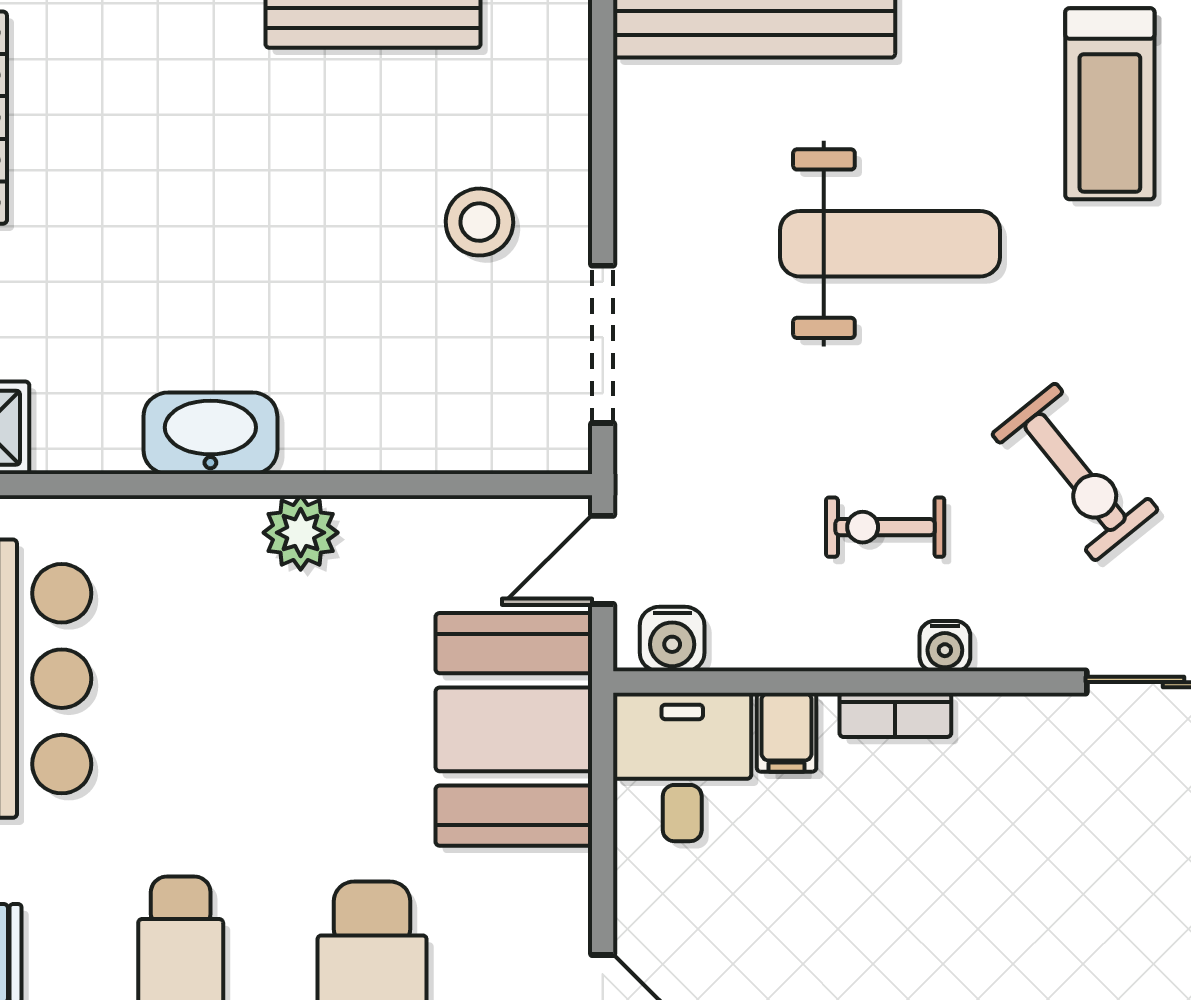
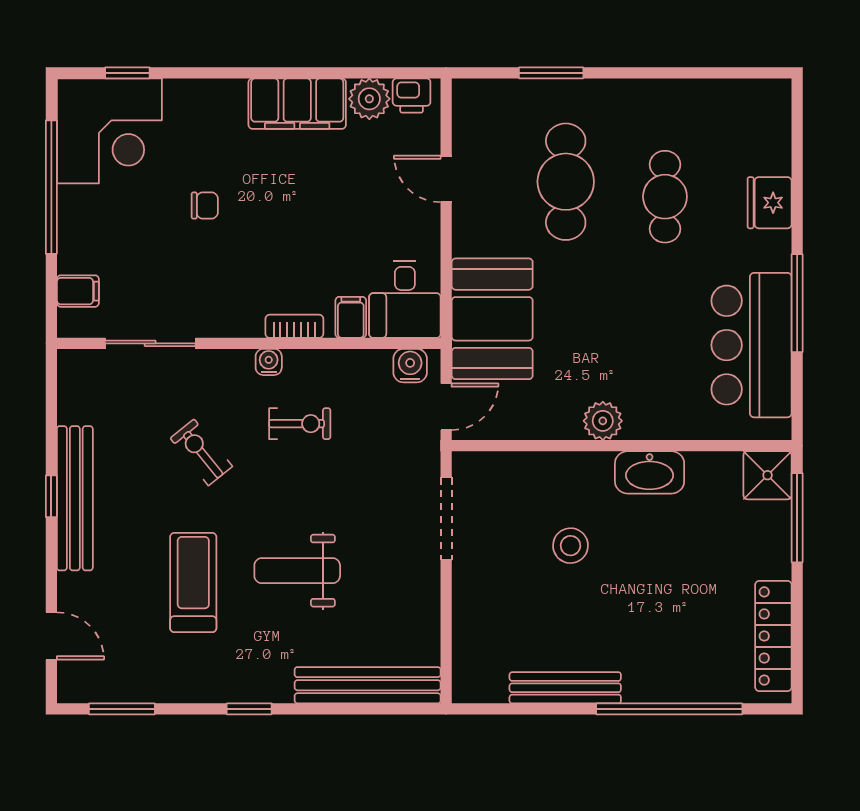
treadmill: (1110, 104) -> (193, 582), moved
stool: (479, 222) -> (570, 546), moved
weight bench: (890, 244) -> (297, 571), width x0.73, depth x0.75
exercise bike: (1075, 472) -> (201, 452), width x0.73, depth x0.72
chair: (1068, 948) -> (205, 205), added

